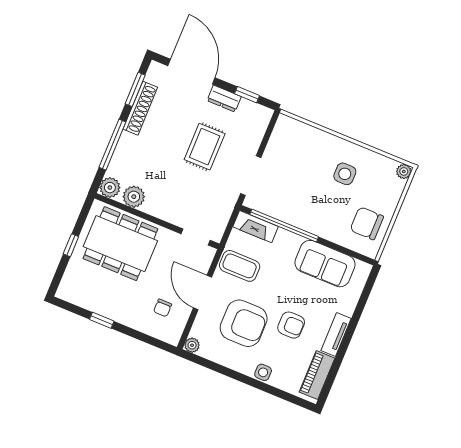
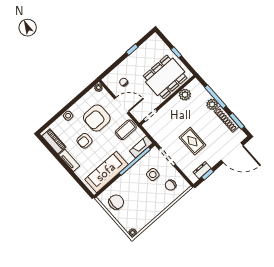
dresser: (224, 99) -> (202, 170), moved
chair: (295, 147) -> (171, 185), added
side table: (345, 174) -> (153, 175), moved
plant: (110, 188) -> (212, 104), moved
sofa: (325, 264) -> (106, 172), width x1.36

